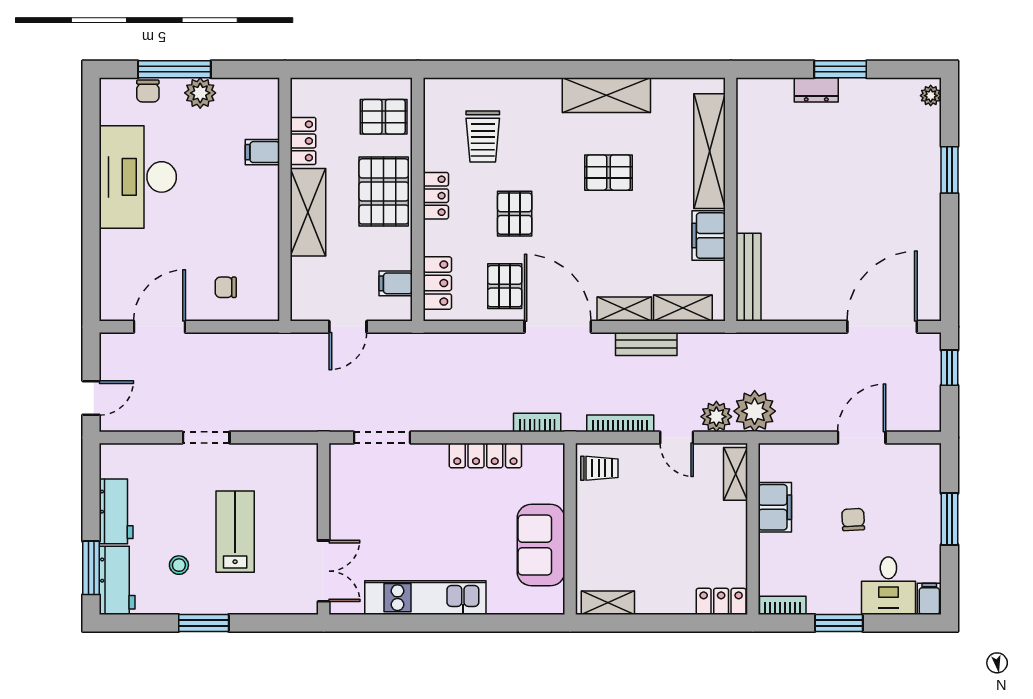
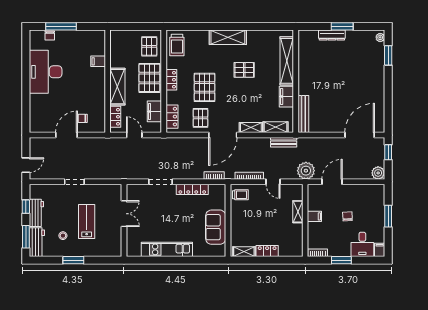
dresser: (816, 90) -> (332, 35), width x1.44
plant: (200, 93) -> (72, 36), removed
shelving: (606, 95) -> (228, 37), moved
pallet: (384, 117) -> (149, 46), turned 90
trolley: (483, 136) -> (177, 45), moved
locker: (303, 141) -> (115, 117), moved
window: (949, 170) -> (388, 55), moved
pallet: (515, 214) -> (205, 87), width x1.50, depth x1.42
filing cabinet: (396, 283) -> (154, 111), width x2.00
door: (159, 327) -> (66, 135), moved
door: (348, 327) -> (134, 135), swing flipped
door: (558, 327) -> (223, 135), swing flipped
bench: (646, 344) -> (284, 142), moved
plant: (716, 417) -> (378, 173), moved
doorway: (382, 437) -> (160, 182), moved
door: (862, 437) -> (332, 182), moved
shelving: (735, 474) -> (298, 212), moved
window: (91, 496) -> (26, 207), added
filing cabinet: (775, 507) -> (314, 216), width x0.50
double door: (324, 571) -> (124, 214), moved
locker: (721, 601) -> (267, 251), moved

